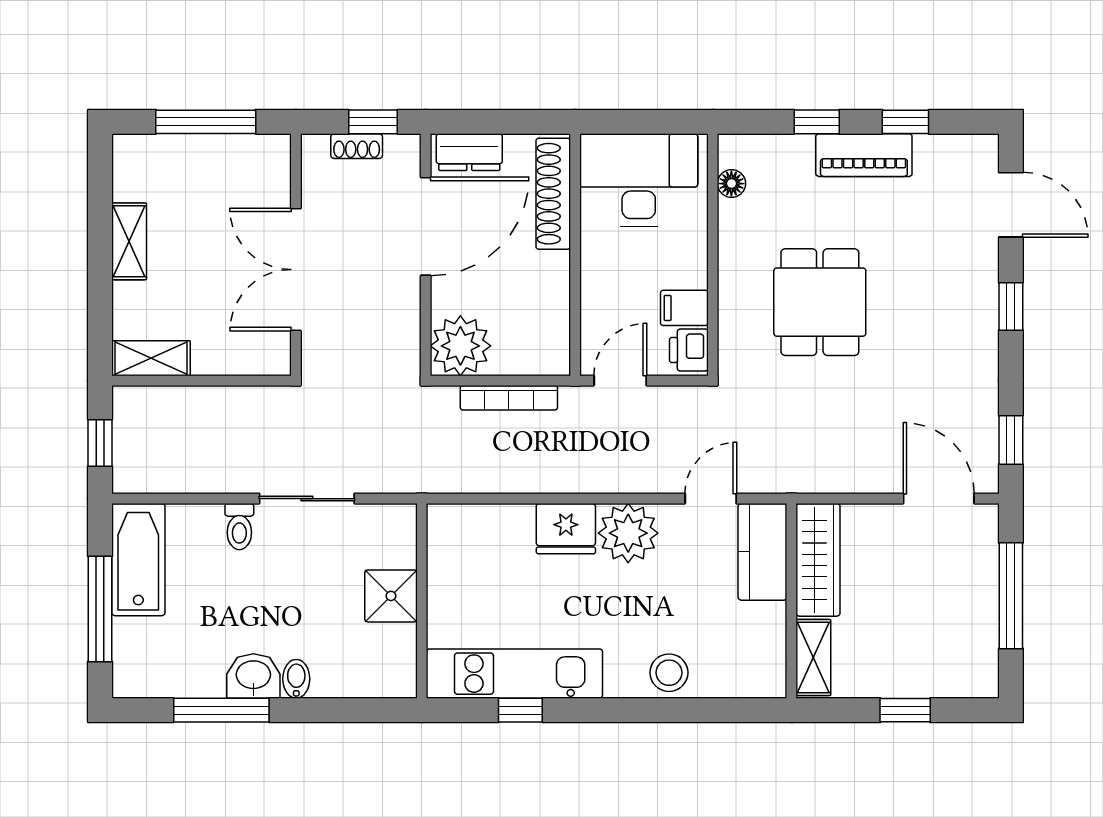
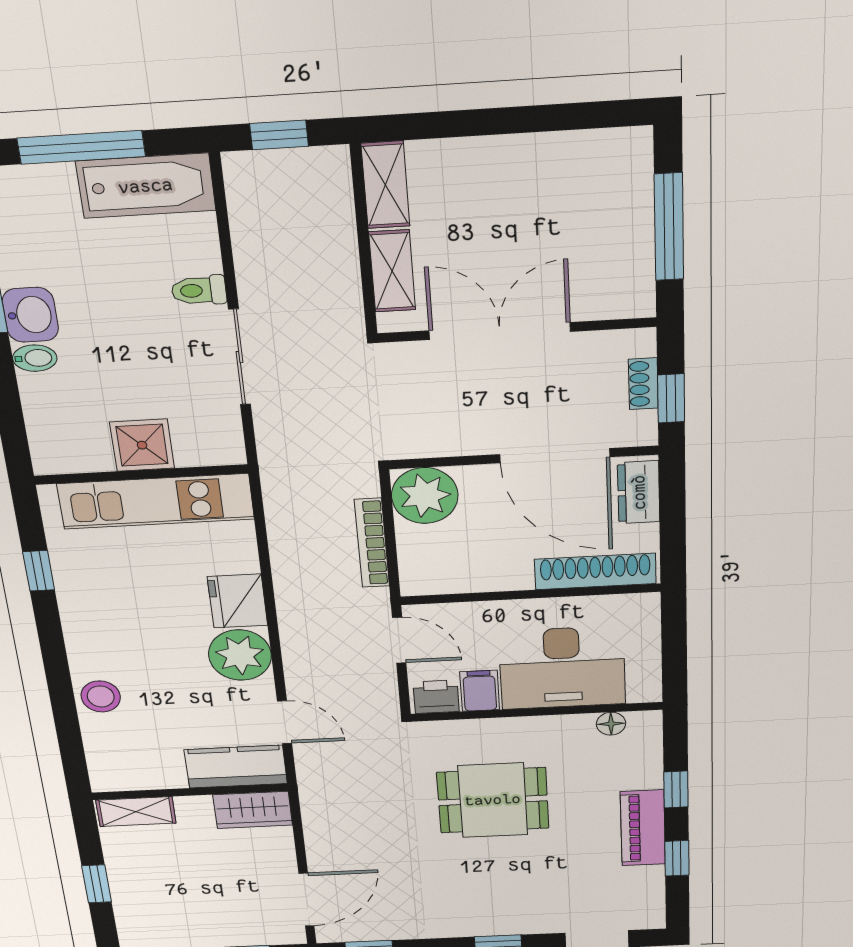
desk: (639, 180) -> (562, 668), moved, turned 90
shelving: (129, 241) -> (392, 271), moved, turned 90
wardrobe: (818, 560) -> (253, 810), width x0.67
kitchen unit: (514, 674) -> (156, 501), moved, turned 90

